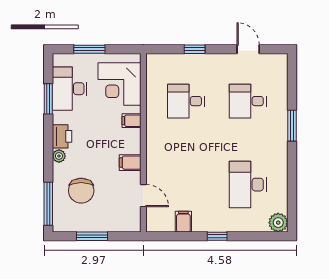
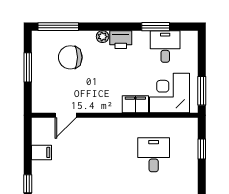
window: (89, 49) -> (202, 91), moved
window: (195, 49) -> (202, 149), moved
desk: (69, 89) -> (165, 46), width x0.73
filing cabinet: (132, 121) -> (135, 104), width x2.00
filing cabinet: (130, 163) -> (96, 103), removed

